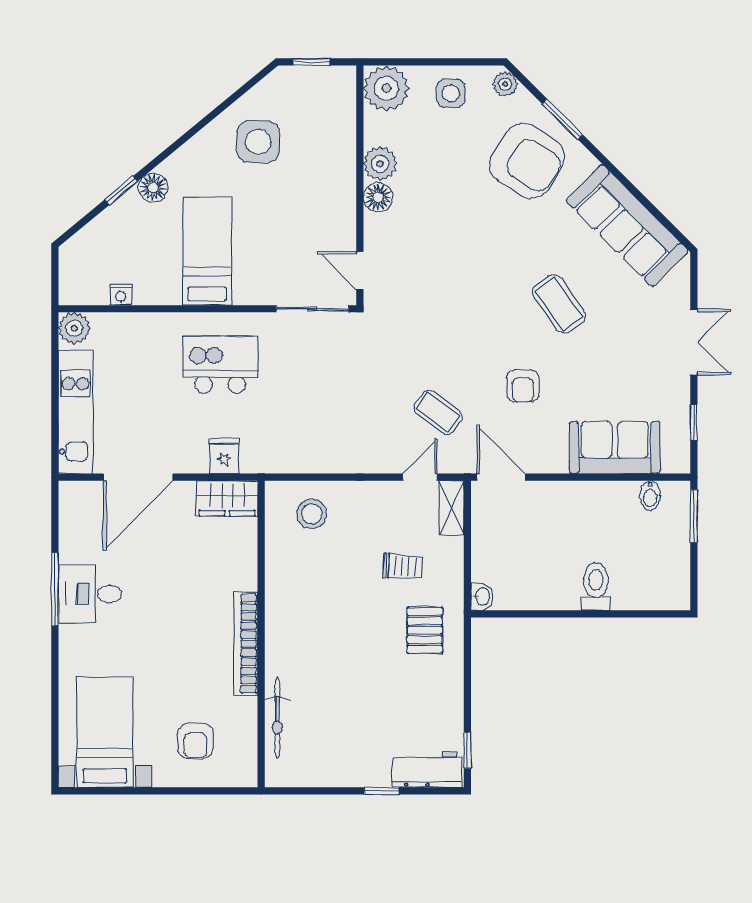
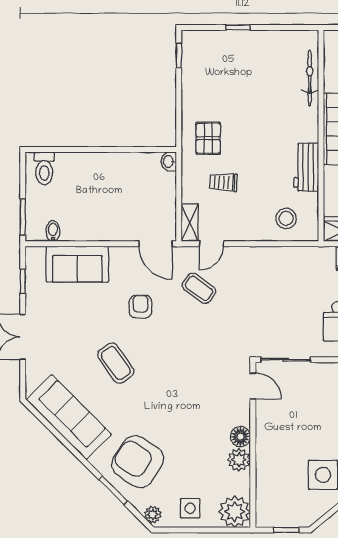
toilet: (596, 587) -> (44, 168), moved
workbench: (427, 770) -> (306, 167), moved, turned 90

